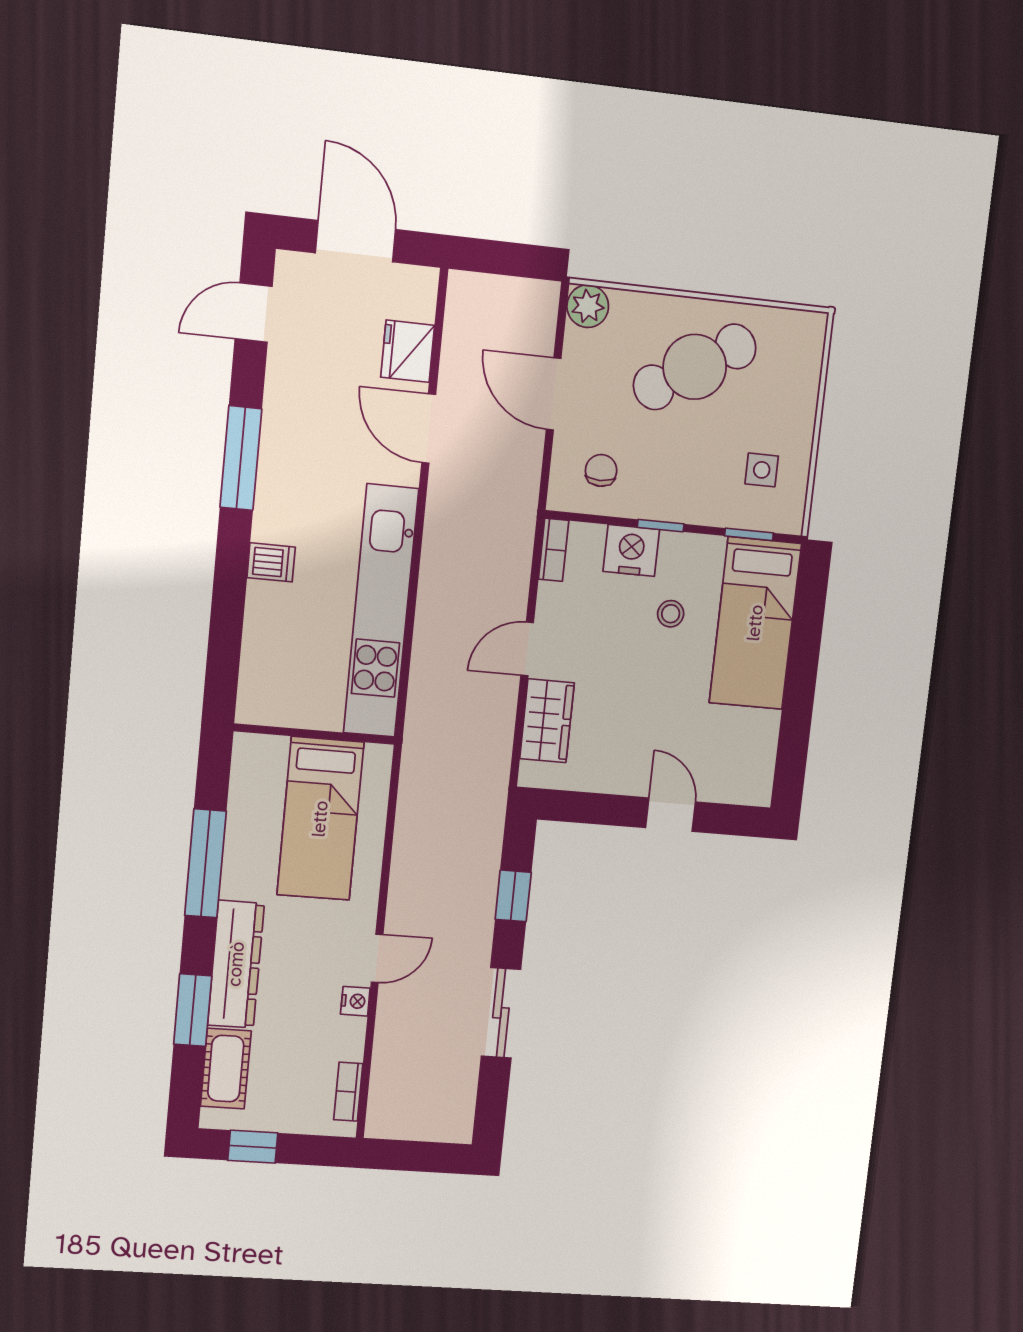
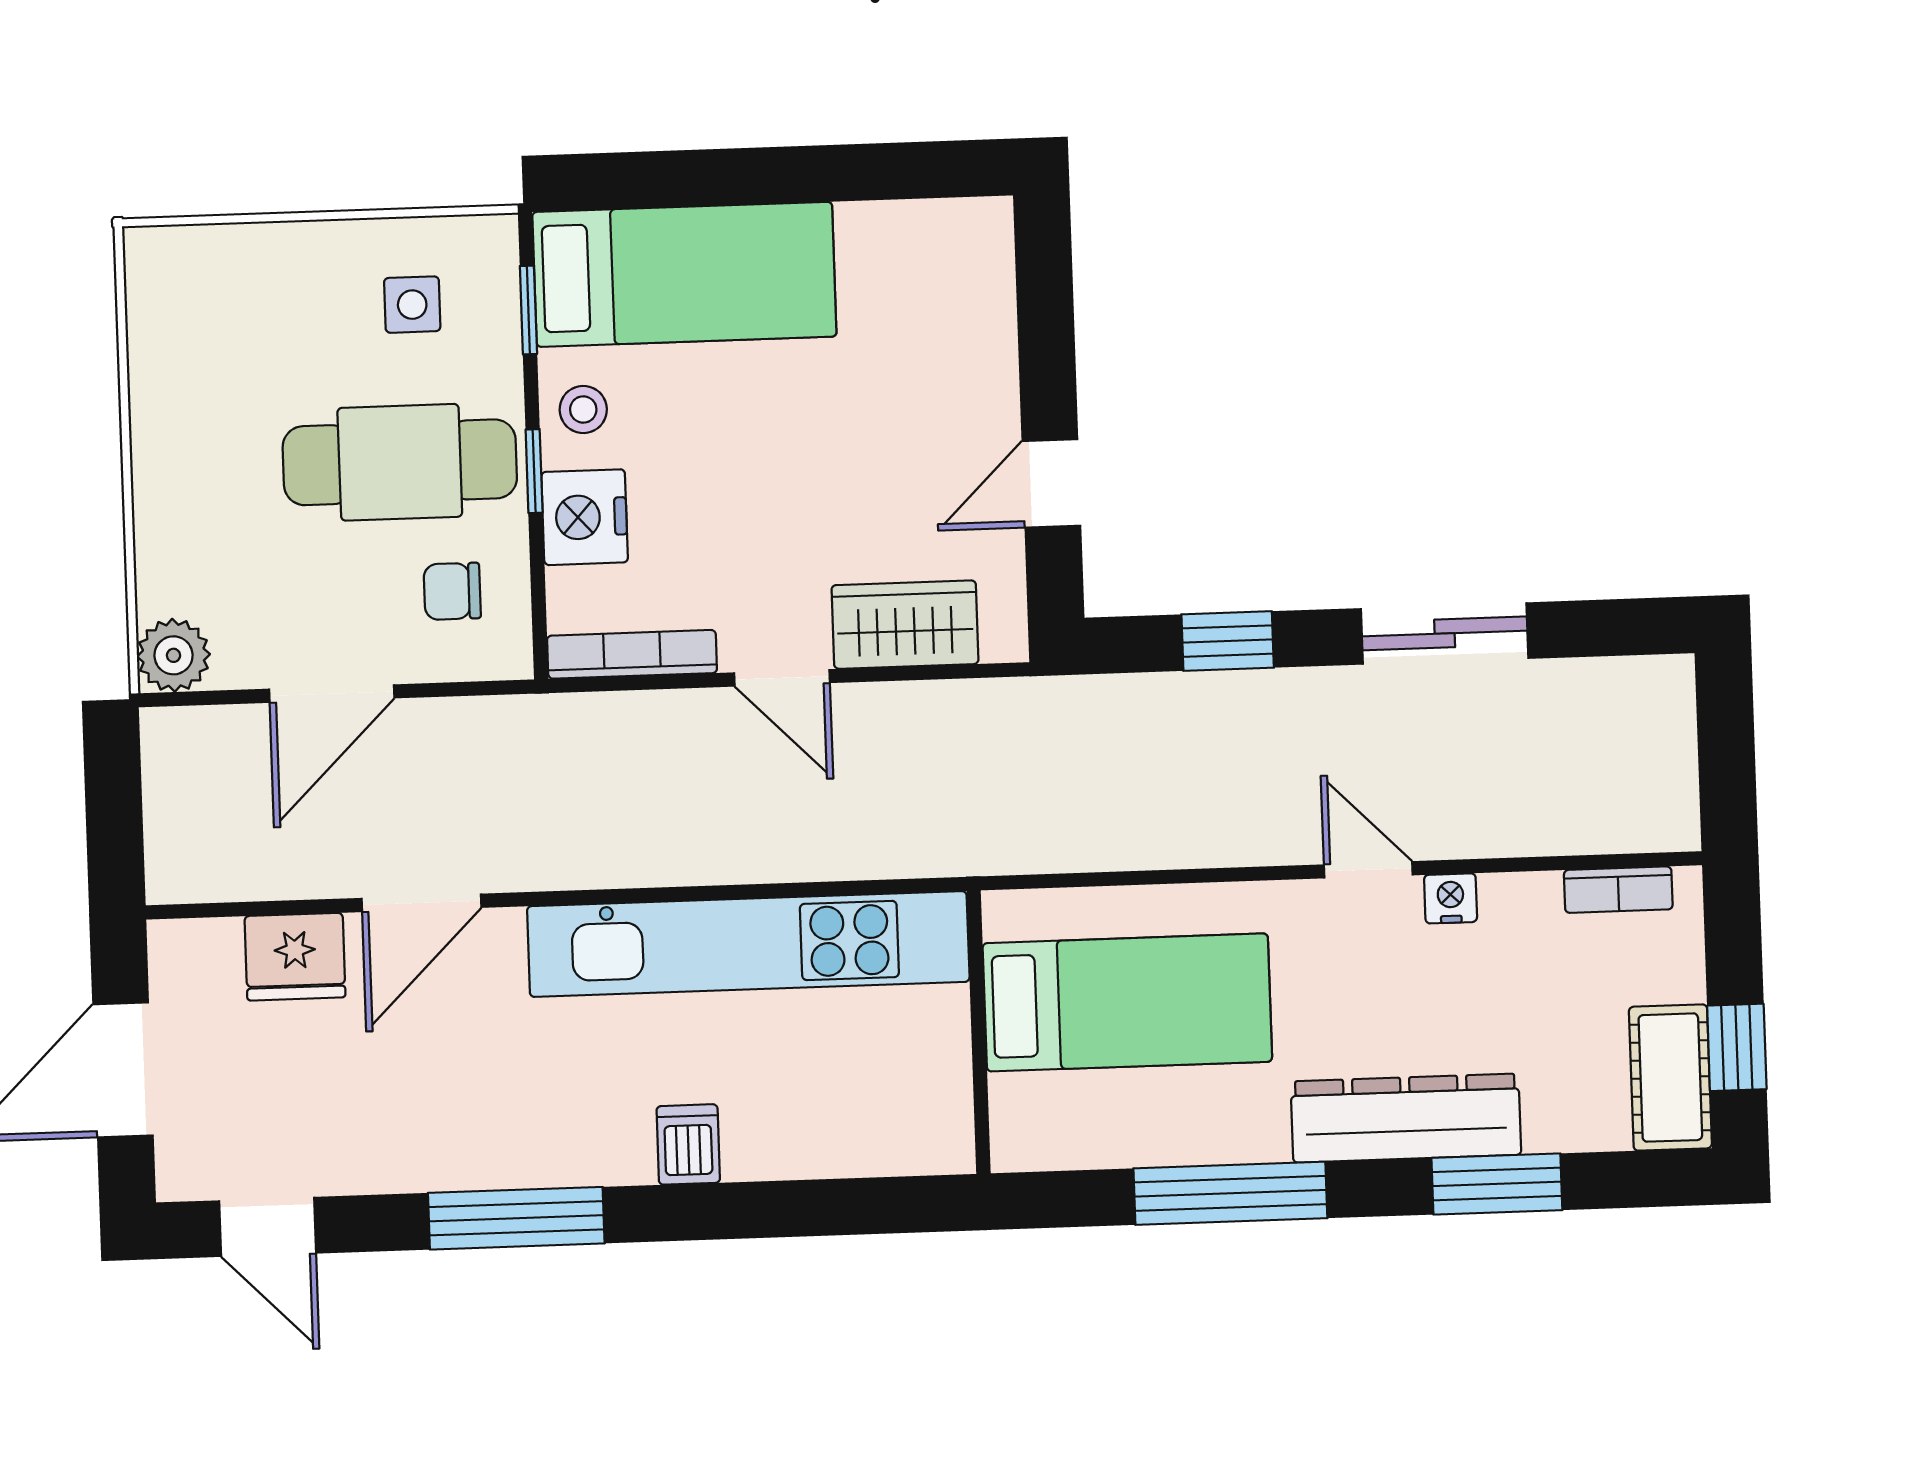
cafe table: (695, 367) -> (400, 462), moved, turned -58
bookcase: (554, 550) -> (632, 654), width x1.56
stool: (671, 614) -> (583, 410), moved
door: (670, 815) -> (1051, 483), moved
cot: (226, 1069) -> (1670, 1078), moved, turned 90

